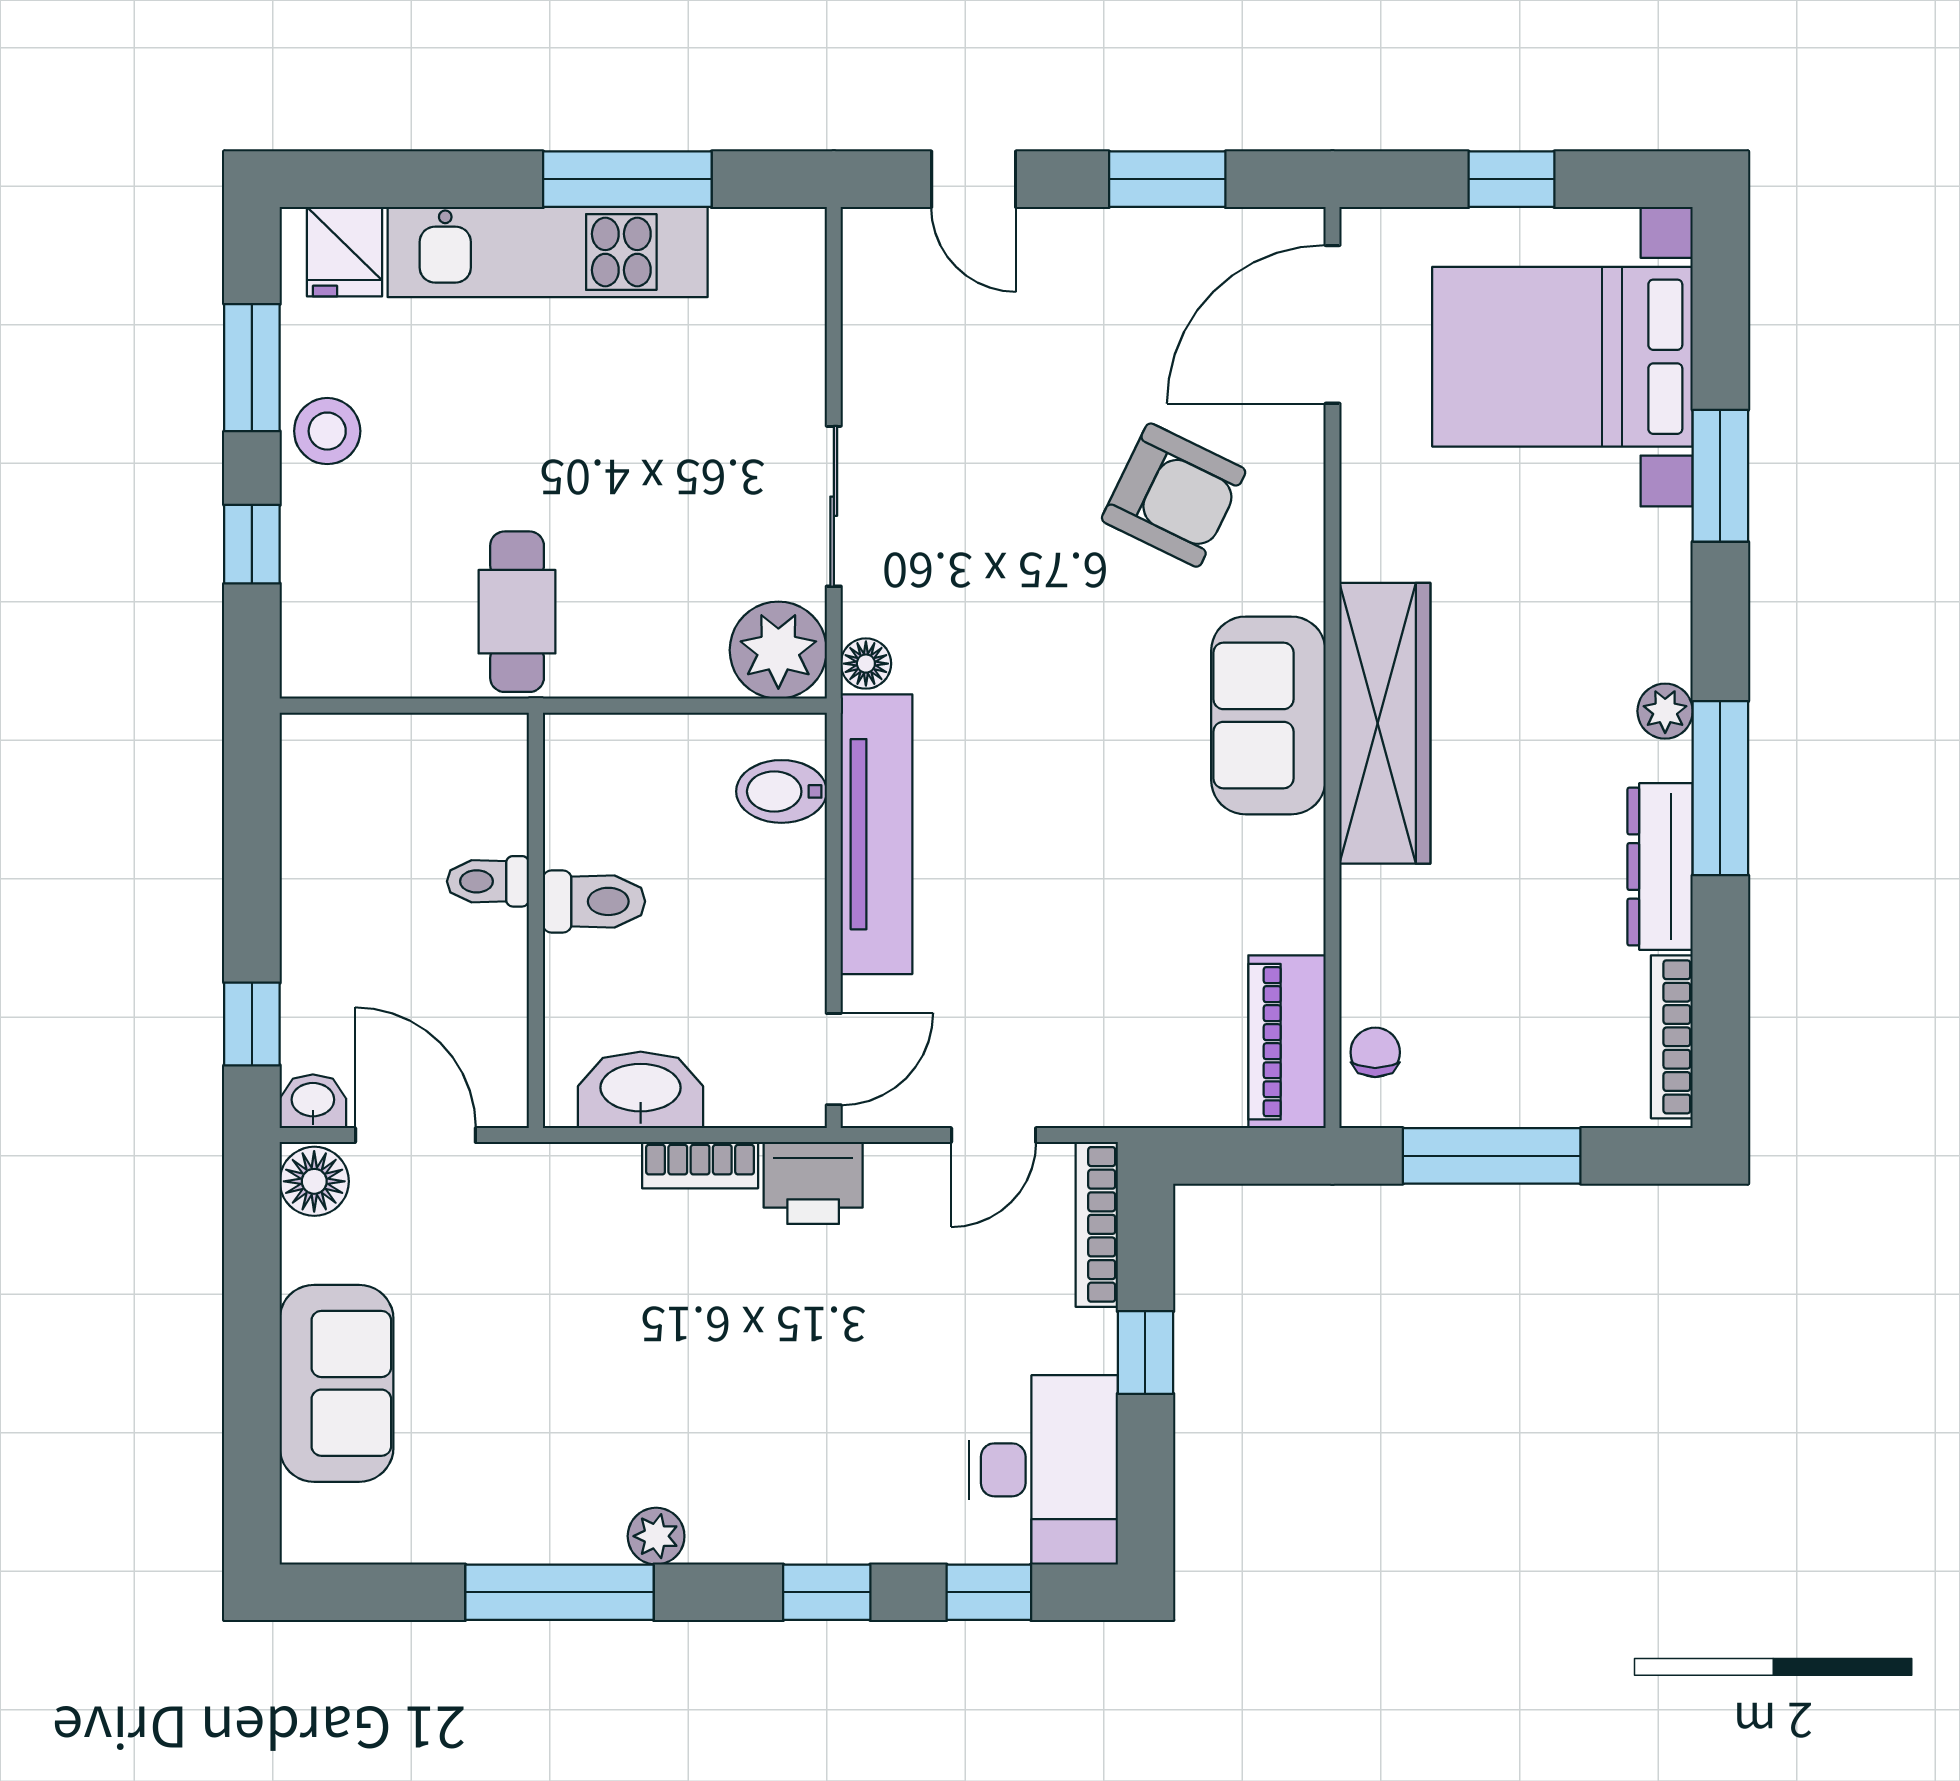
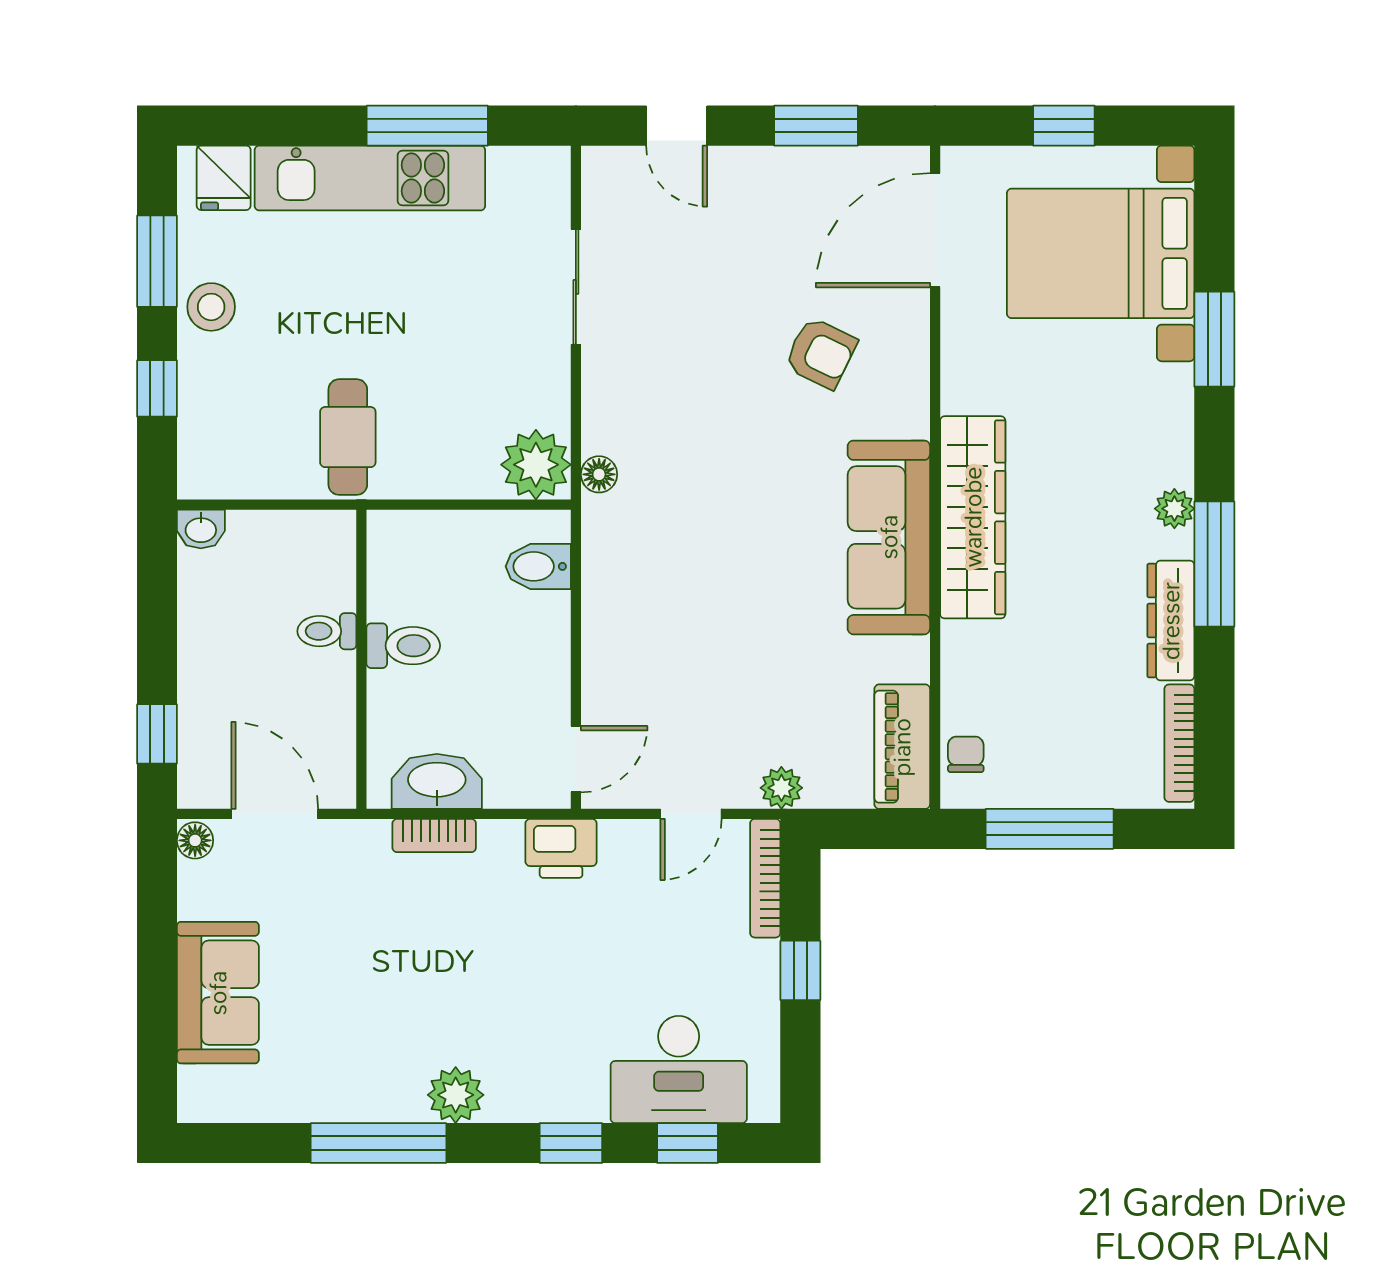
armchair: (1174, 495) -> (821, 353), width x0.72, depth x0.72
sliding door: (834, 506) -> (576, 287), moved
sofa: (1268, 715) -> (889, 537), width x1.36
tv unit: (876, 834) -> (607, 597), removed
plant: (1119, 1099) -> (781, 788), added
washbasin: (313, 1101) -> (201, 529), moved, turned 180
bookcase: (700, 1165) -> (434, 836), moved
floor lamp: (314, 1181) -> (195, 840), width x0.73, depth x0.73
desk: (1043, 1470) -> (679, 1070), moved, turned 90
plant: (656, 1536) -> (456, 1095), width x1.38, depth x1.38

